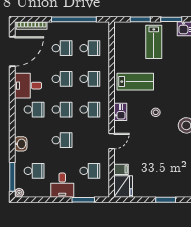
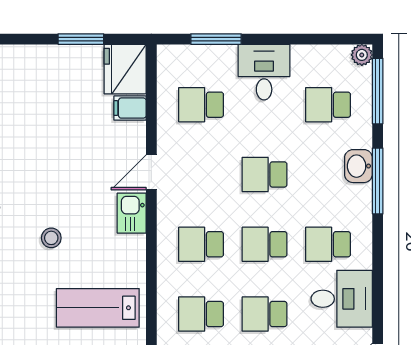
kitchen sink: (120, 112) -> (132, 213), moved
window: (12, 137) -> (378, 181), added
window: (166, 200) -> (81, 39), moved

